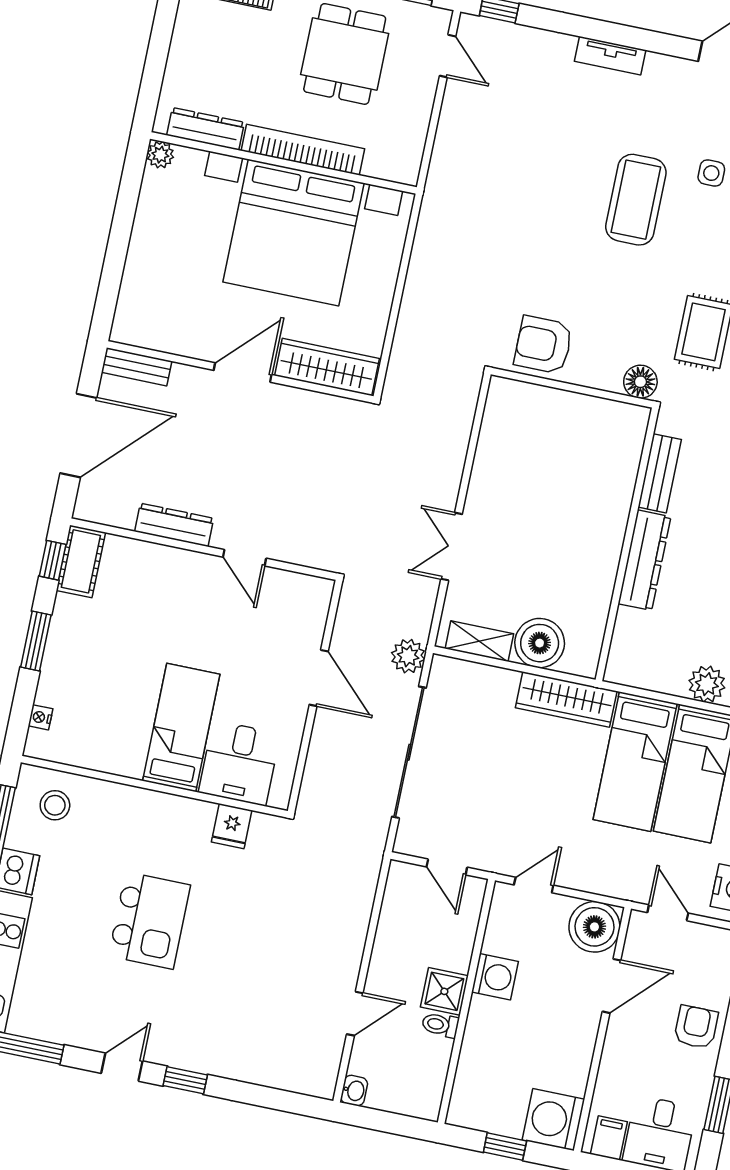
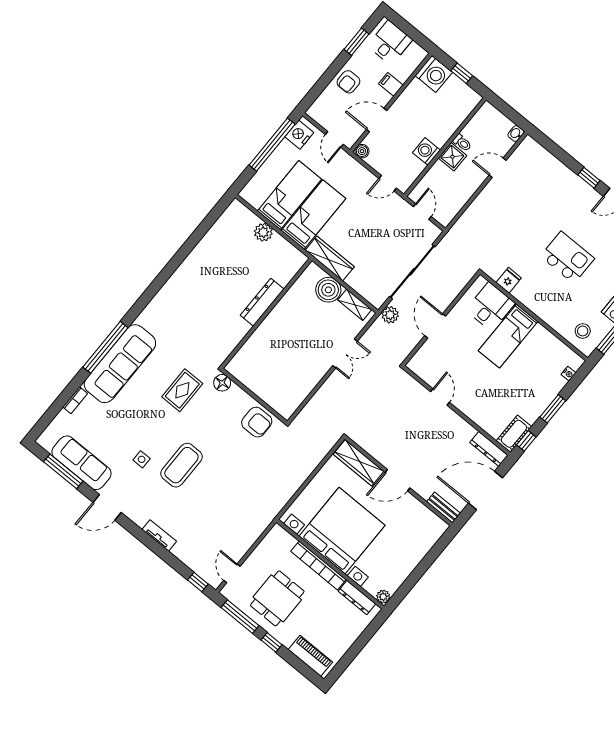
bench: (660, 473) -> (235, 337), removed
dresser: (174, 525) -> (489, 449), moved
kitchen island: (149, 921) -> (567, 257), turned 90
boiler: (594, 927) -> (362, 151), width x0.54, depth x0.54
filing cabinet: (609, 1138) -> (391, 84), moved, turned 90

